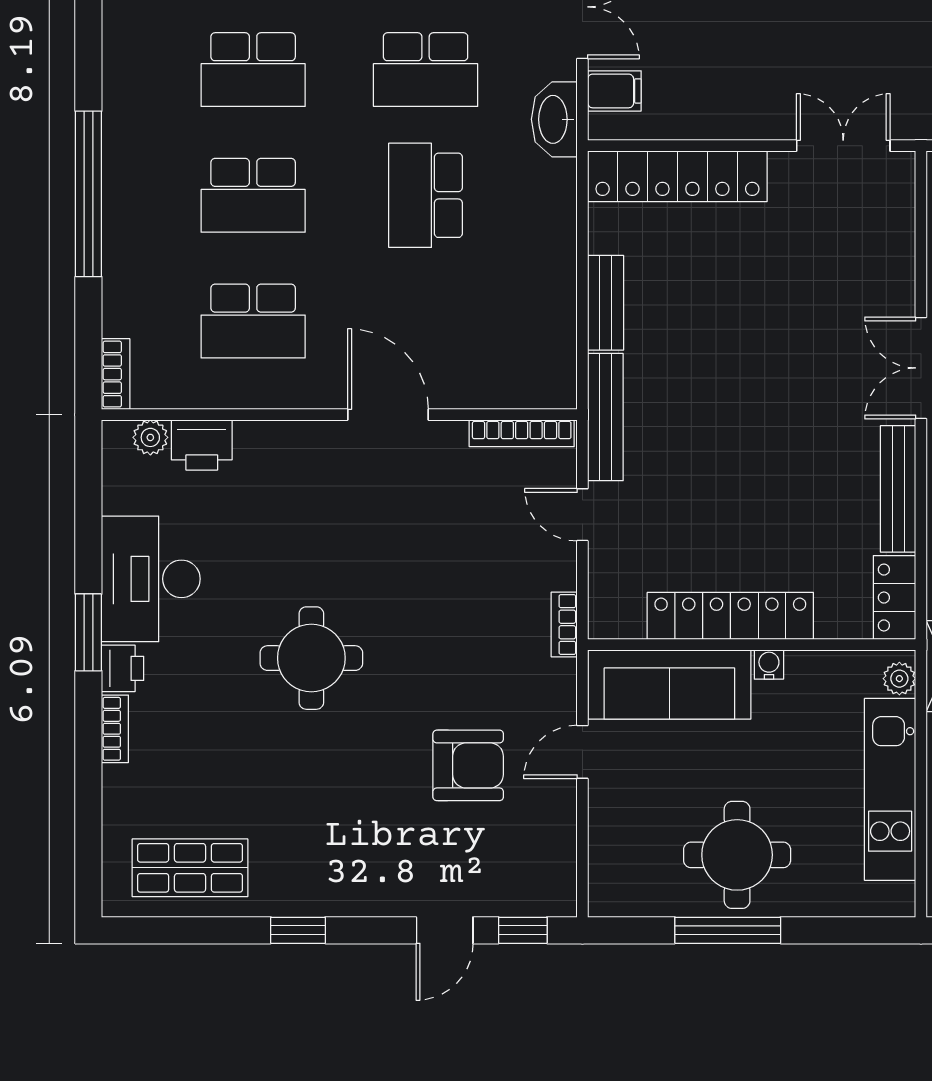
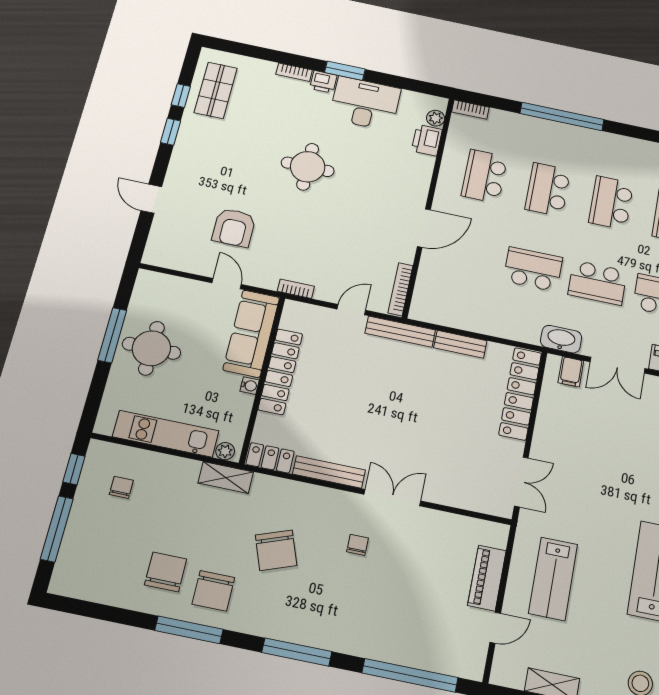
school desk: (426, 70) -> (598, 283), turned -90
window: (523, 930) -> (181, 96), moved

